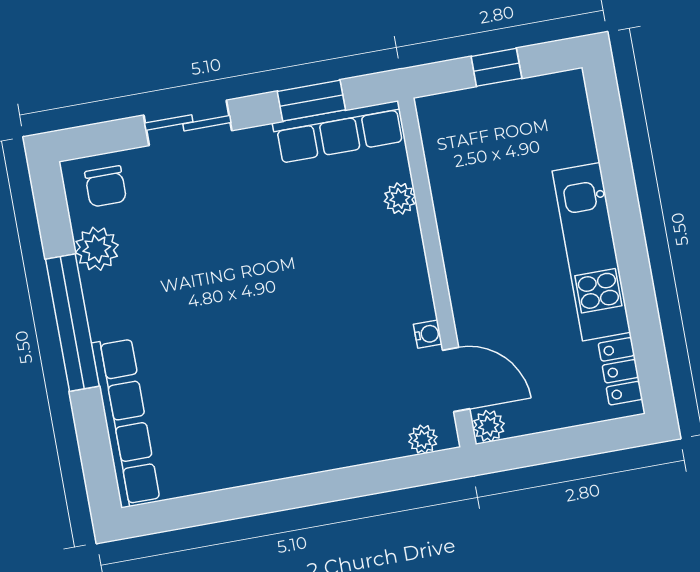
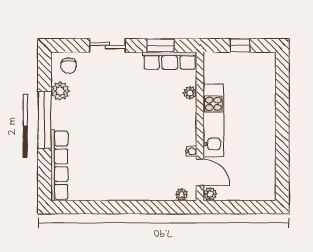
kitchen unit: (591, 252) -> (213, 121), moved, turned 180
locker: (620, 371) -> (269, 181), removed

